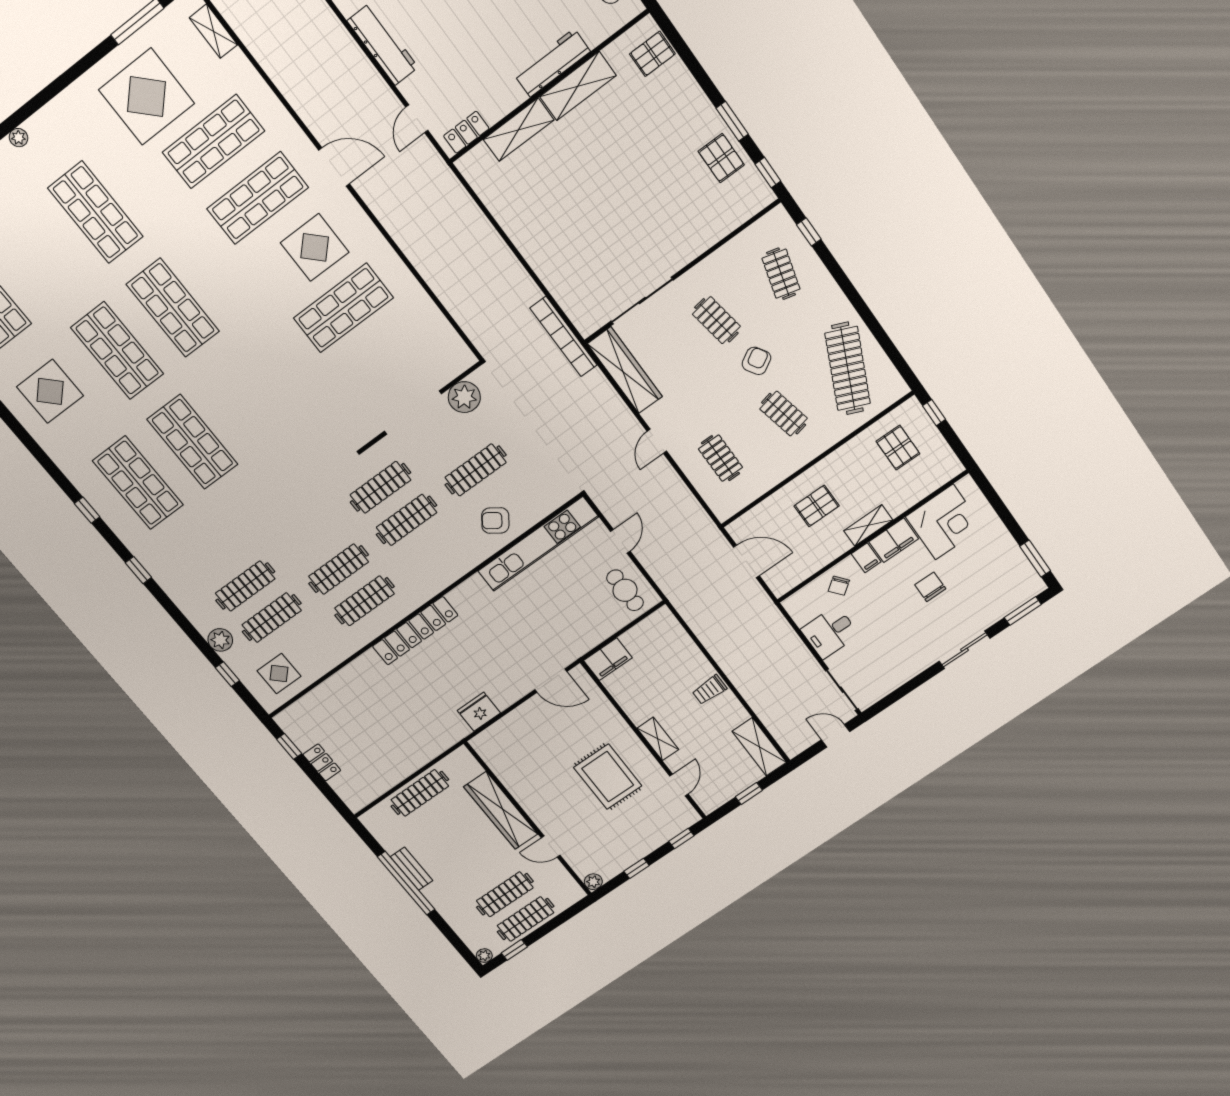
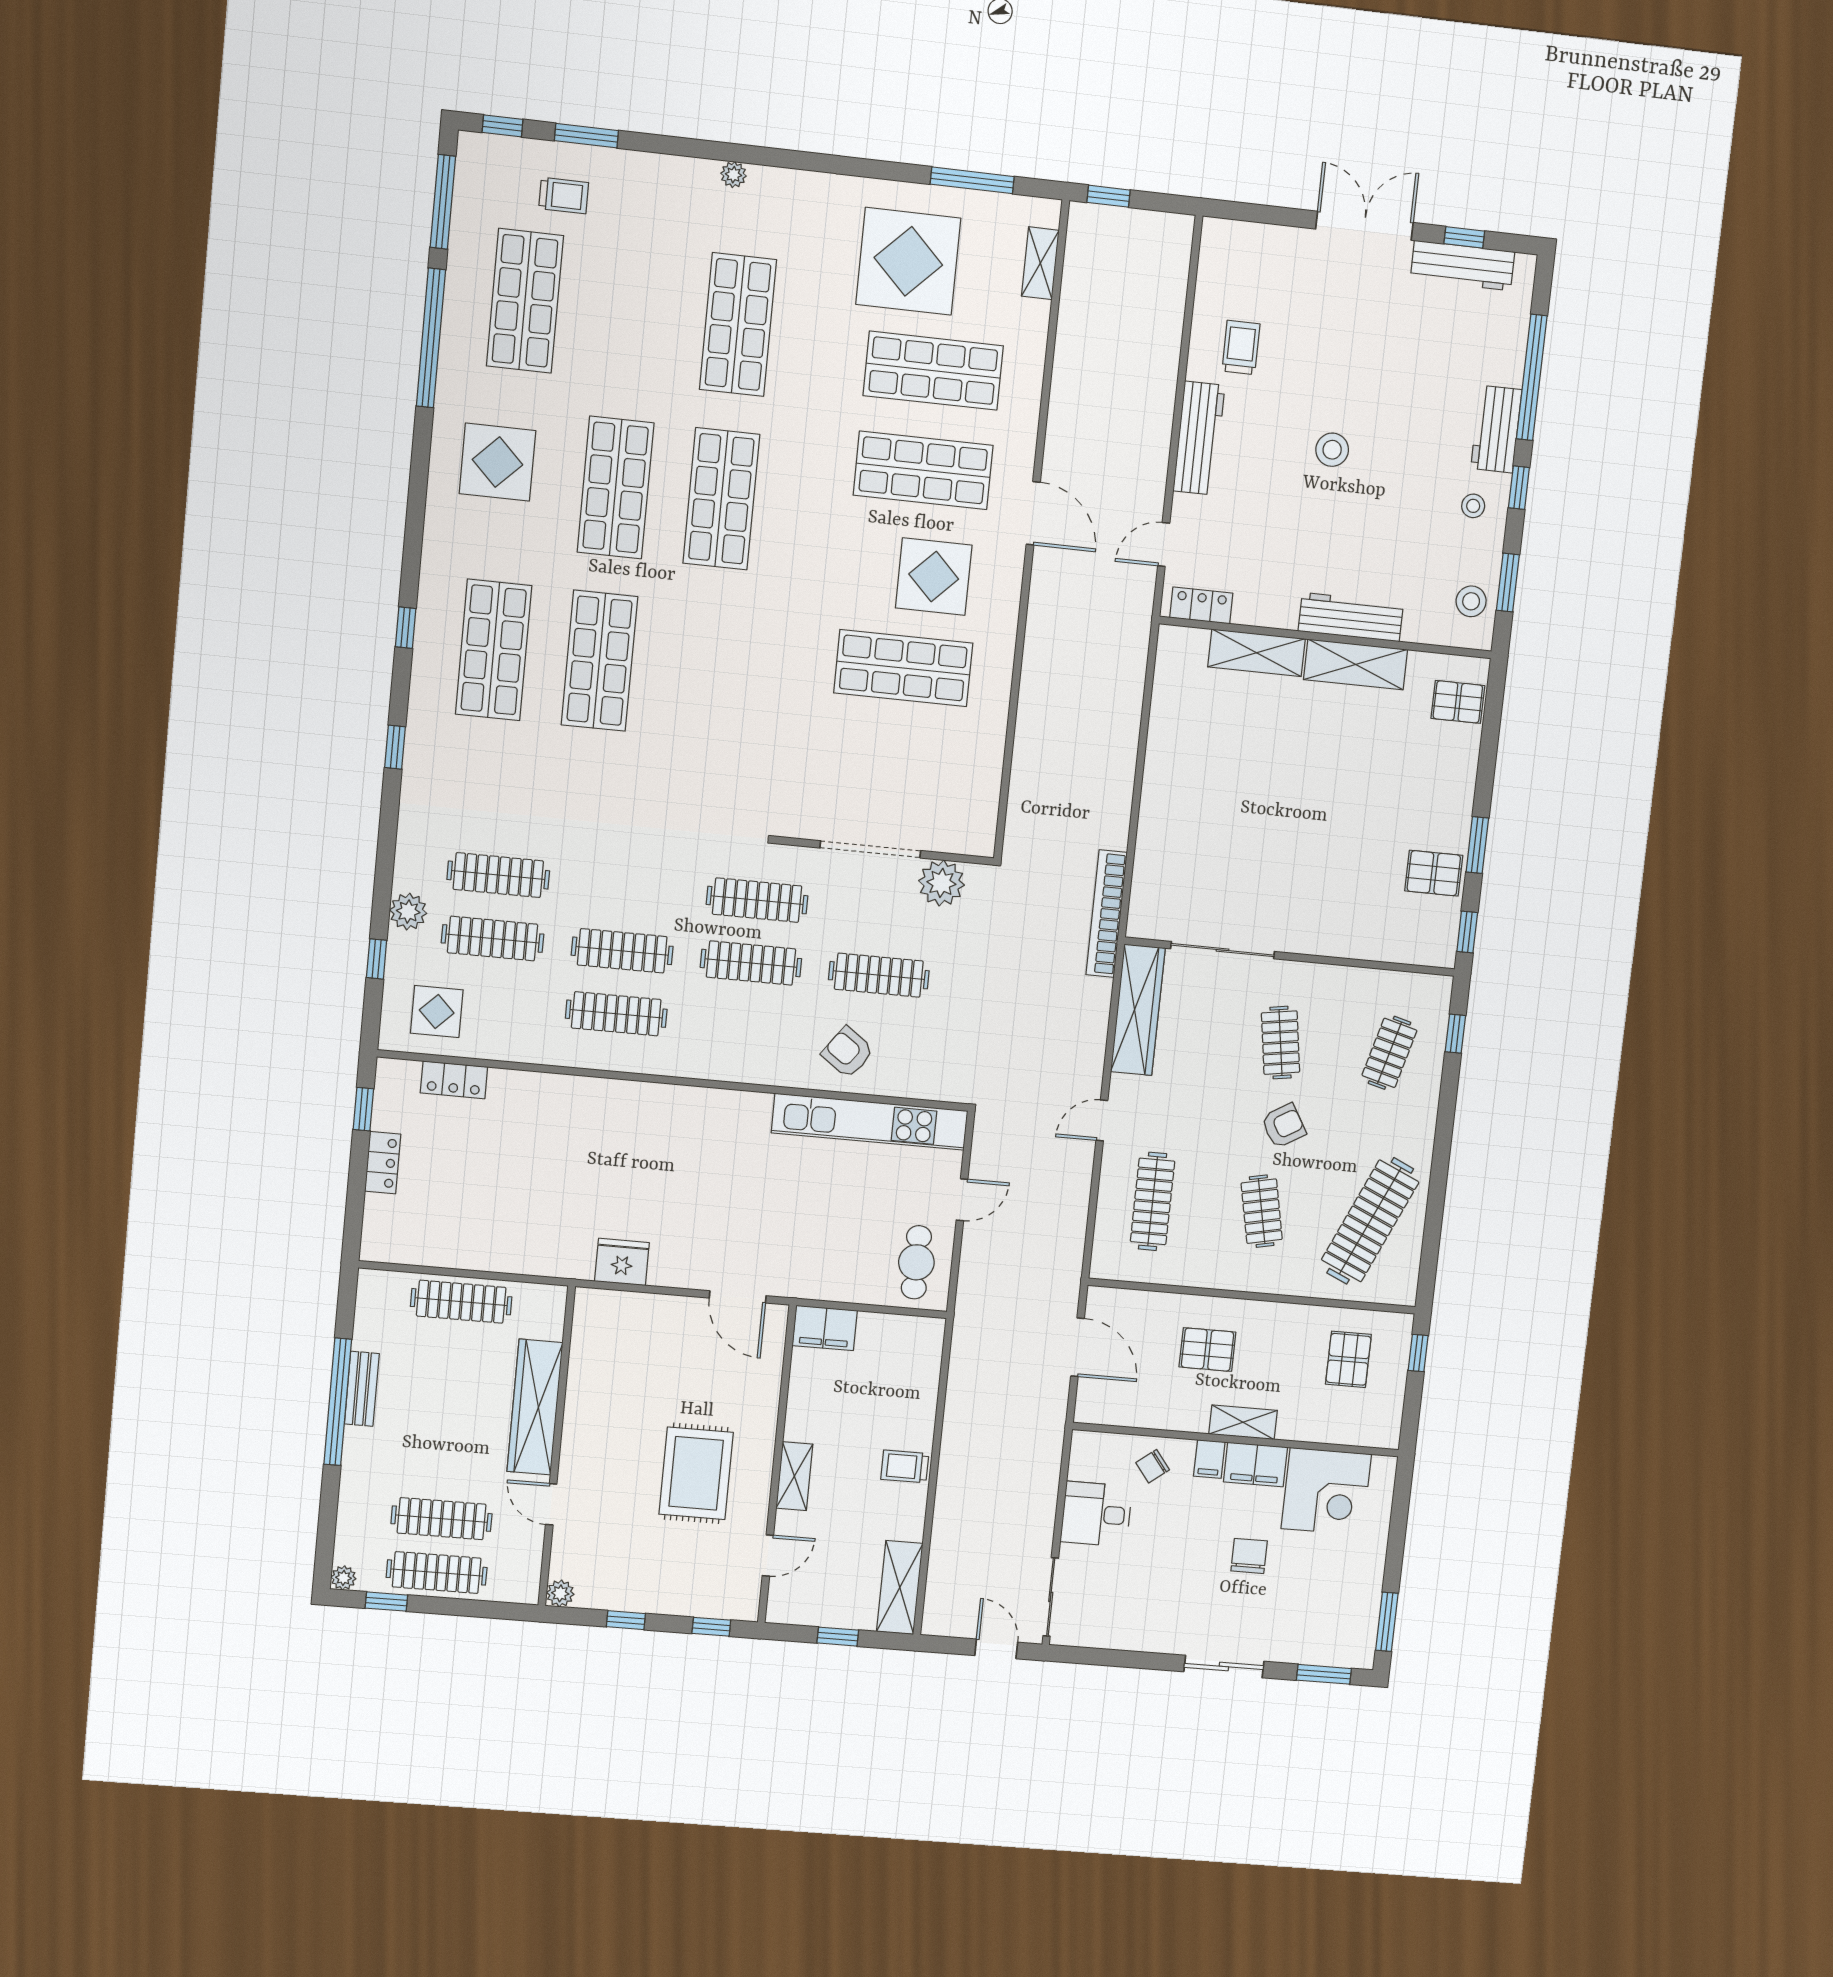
pallet: (721, 158) -> (1434, 873), turned 90
clothes rail: (720, 458) -> (1153, 1201), width x1.36
locker: (415, 631) -> (454, 1080), moved, width x0.46, depth x0.83

